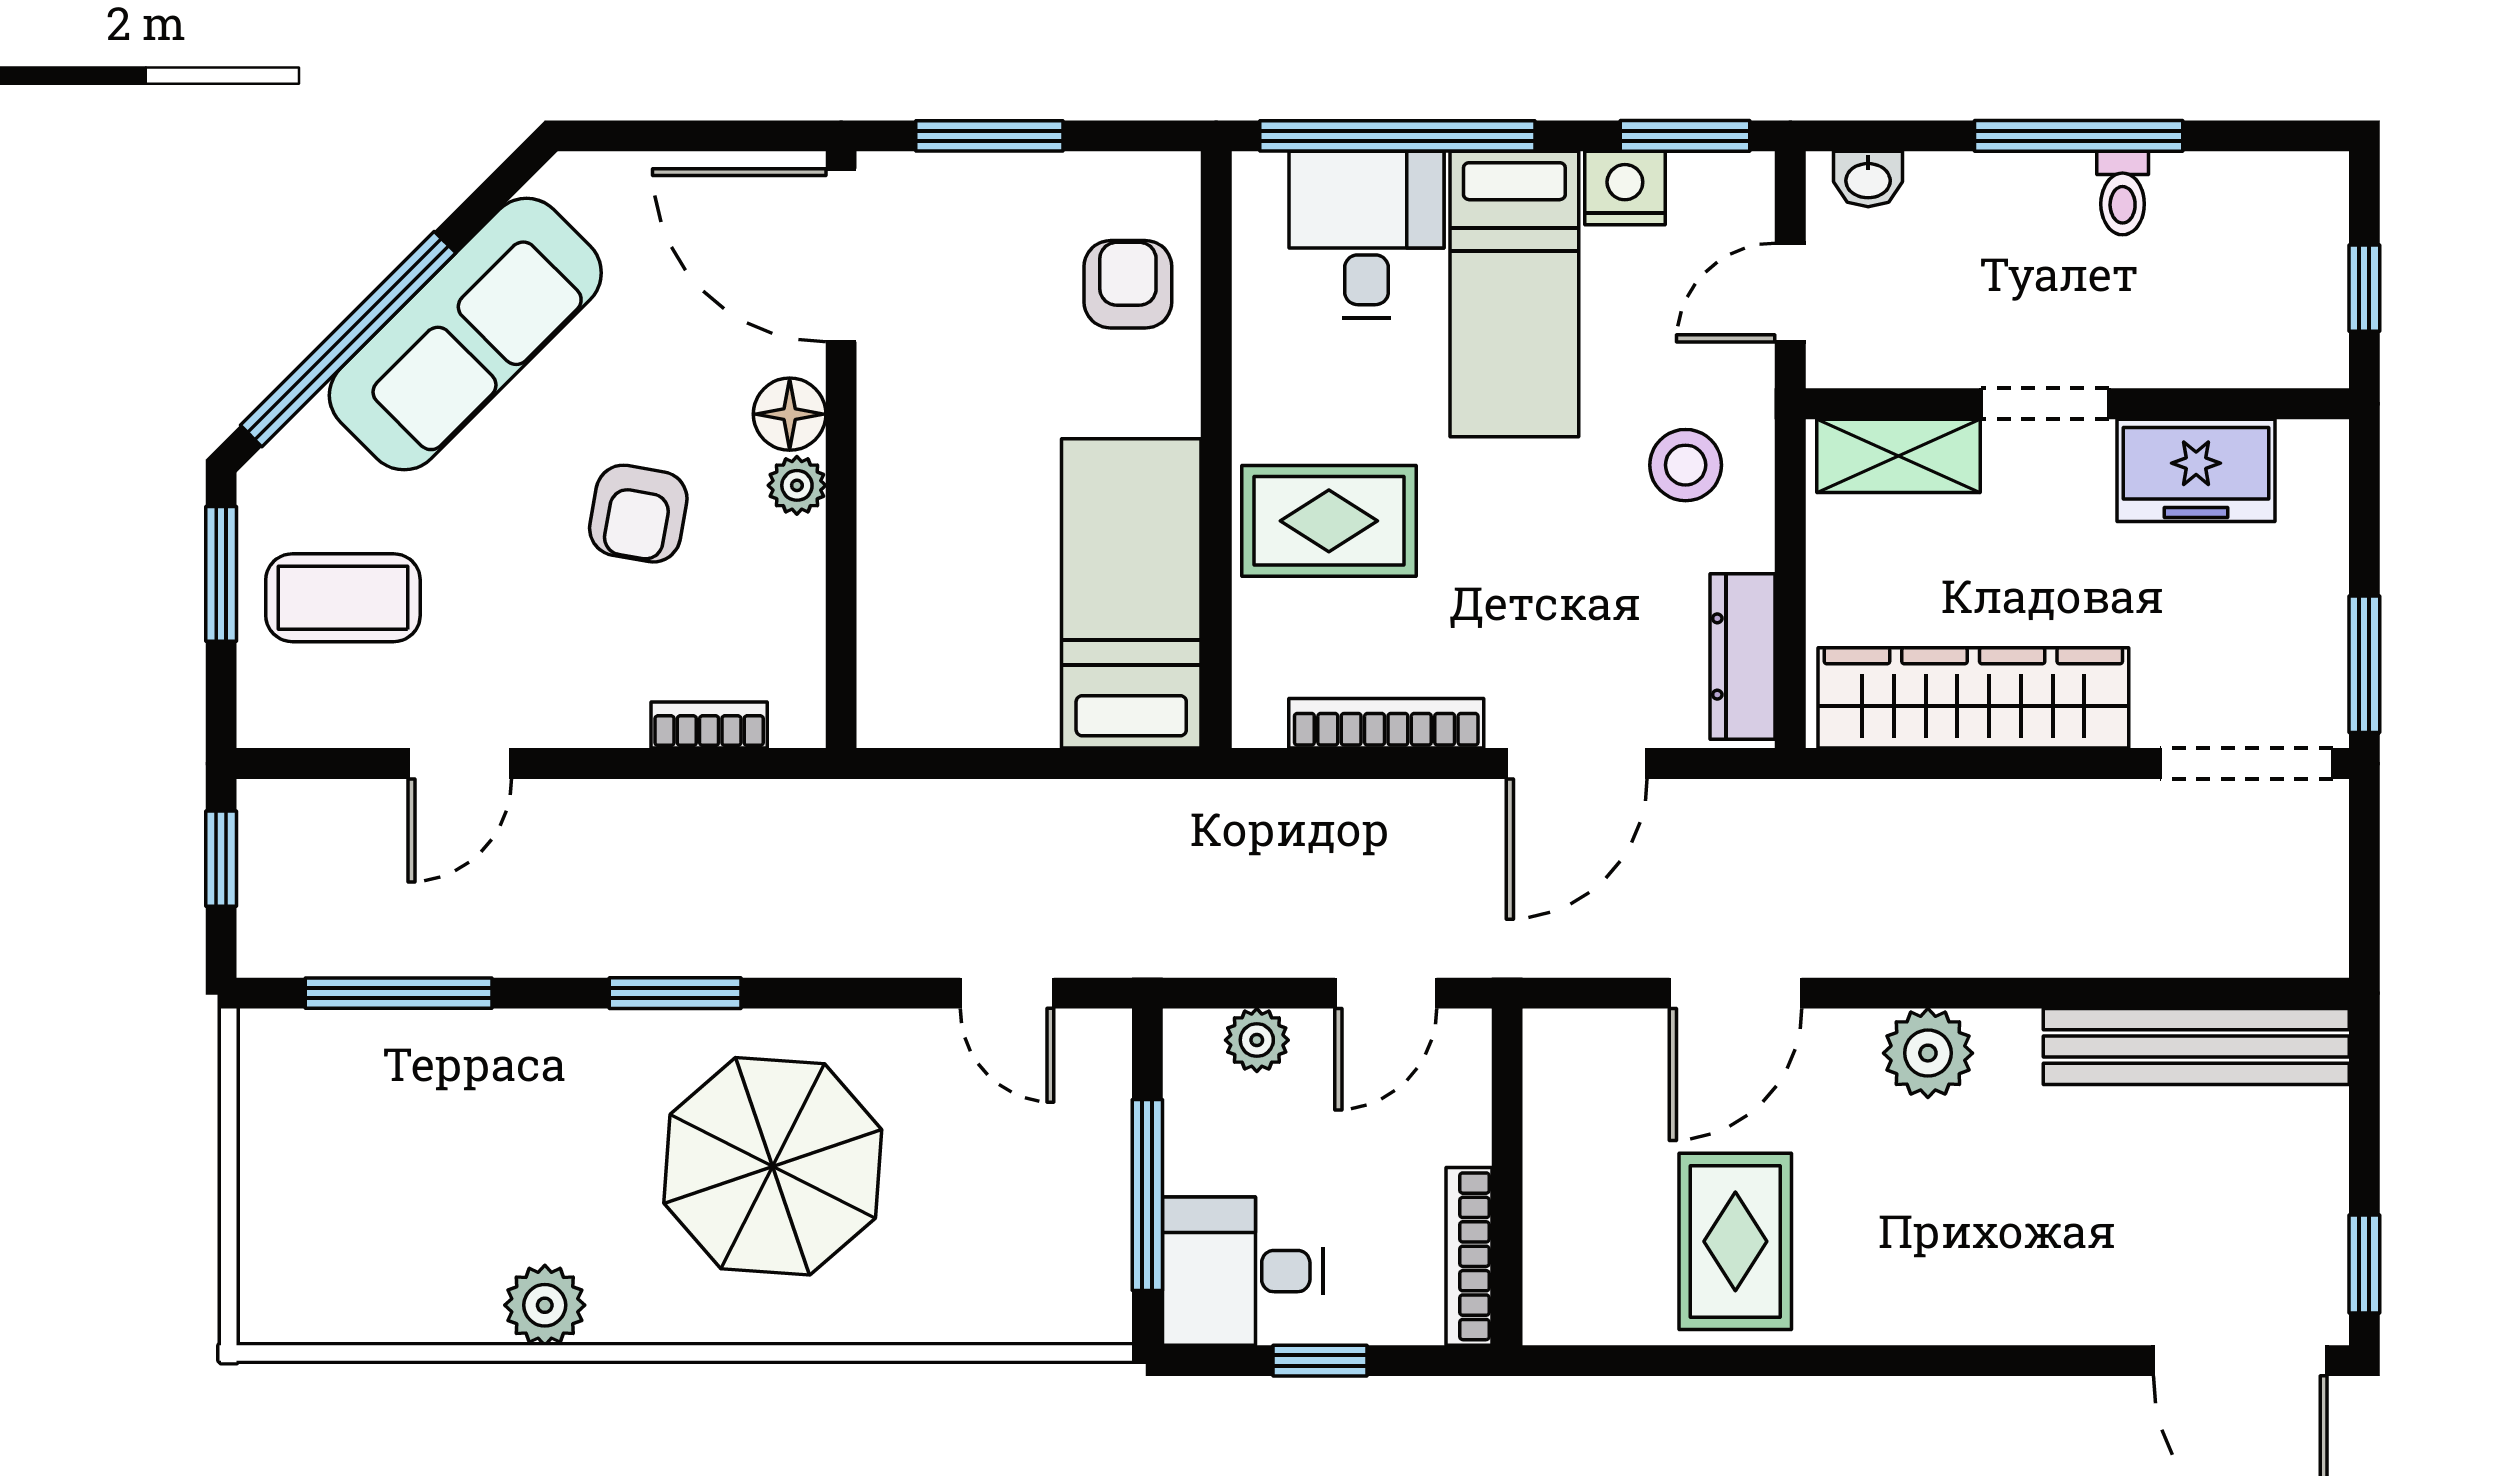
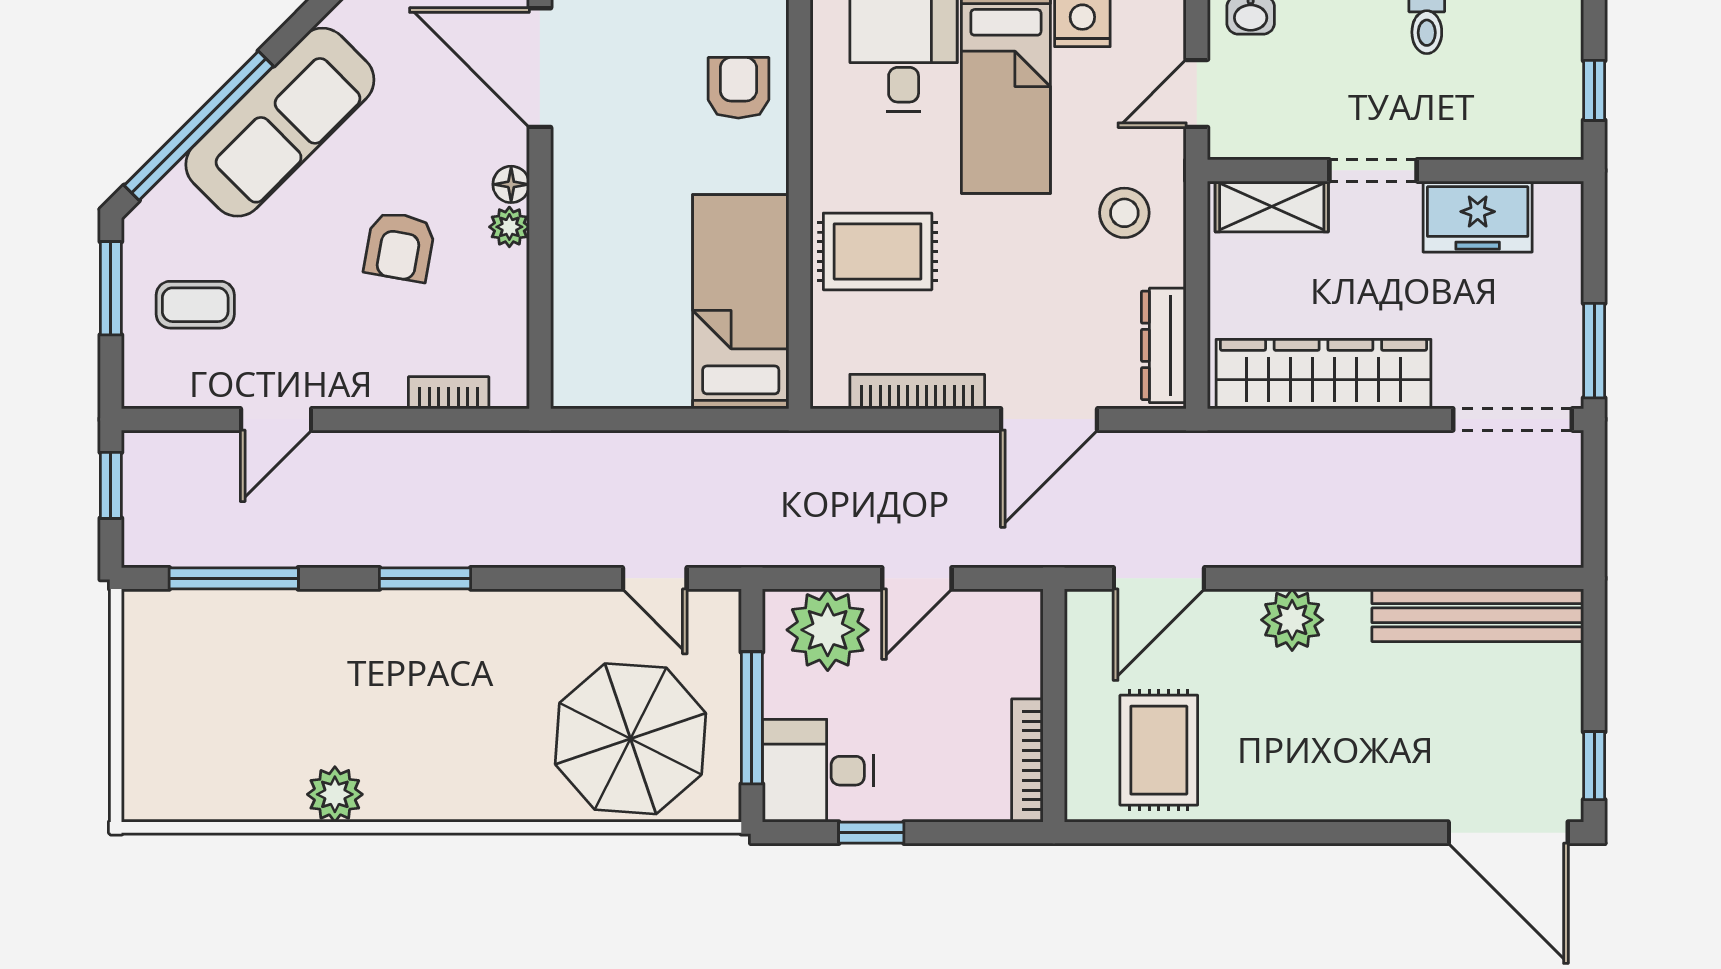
floor lamp: (790, 414) -> (511, 184), width x0.73, depth x0.73
coffee table: (343, 598) -> (195, 305), width x0.73, depth x0.77
plant: (1257, 1040) -> (828, 630), width x1.88, depth x1.88
parasol: (773, 1166) -> (631, 739), moved
wall: (1507, 1177) -> (1054, 705), moved
bookcase: (1469, 1256) -> (1027, 760), moved

